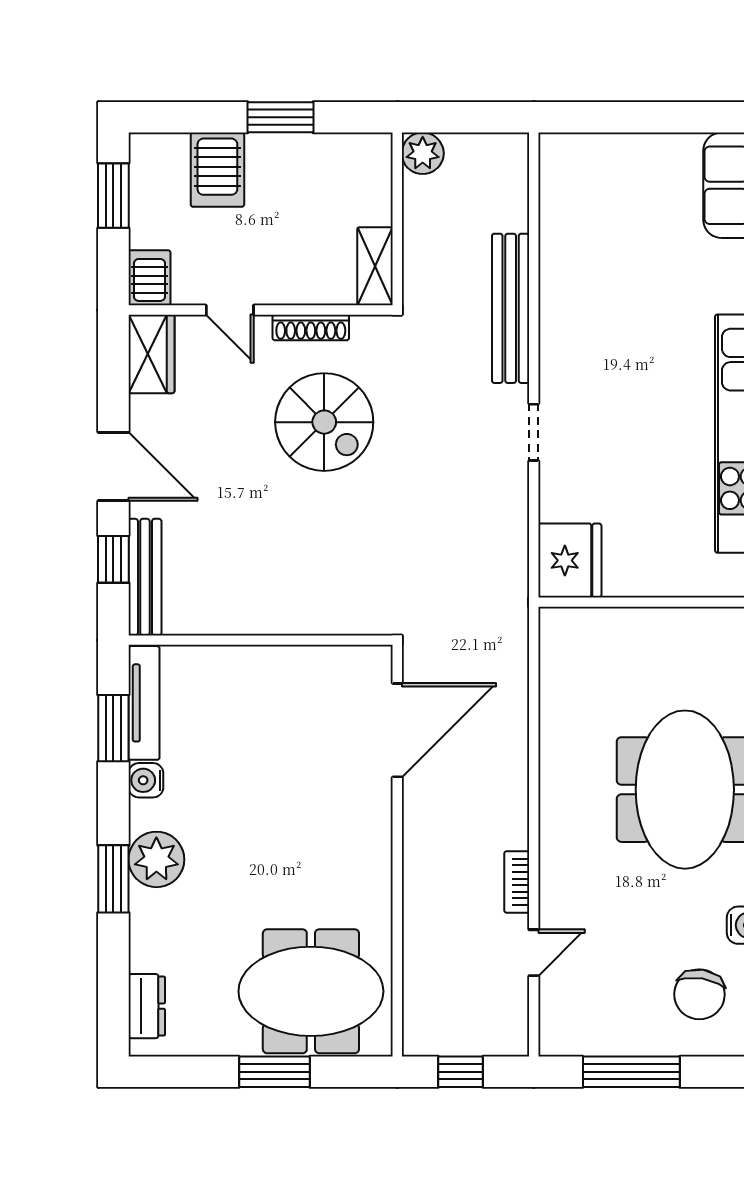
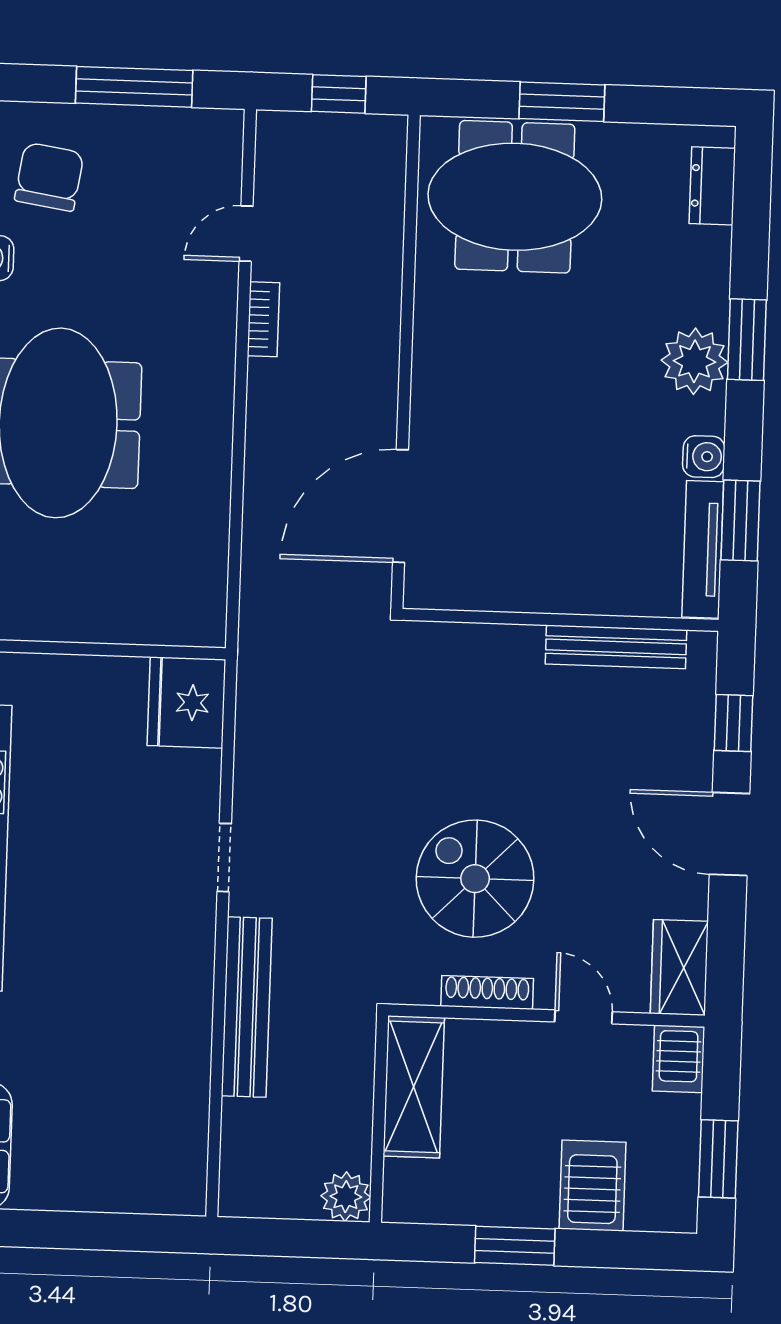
shelving: (375, 266) -> (414, 1087), width x1.50, depth x1.33
bench: (145, 577) -> (616, 647), moved, turned 90

